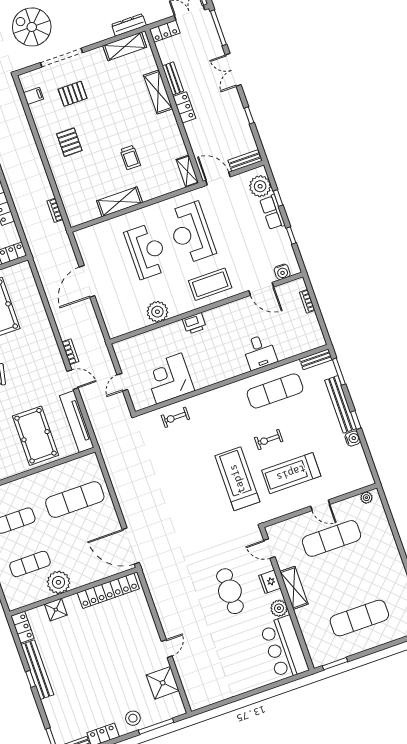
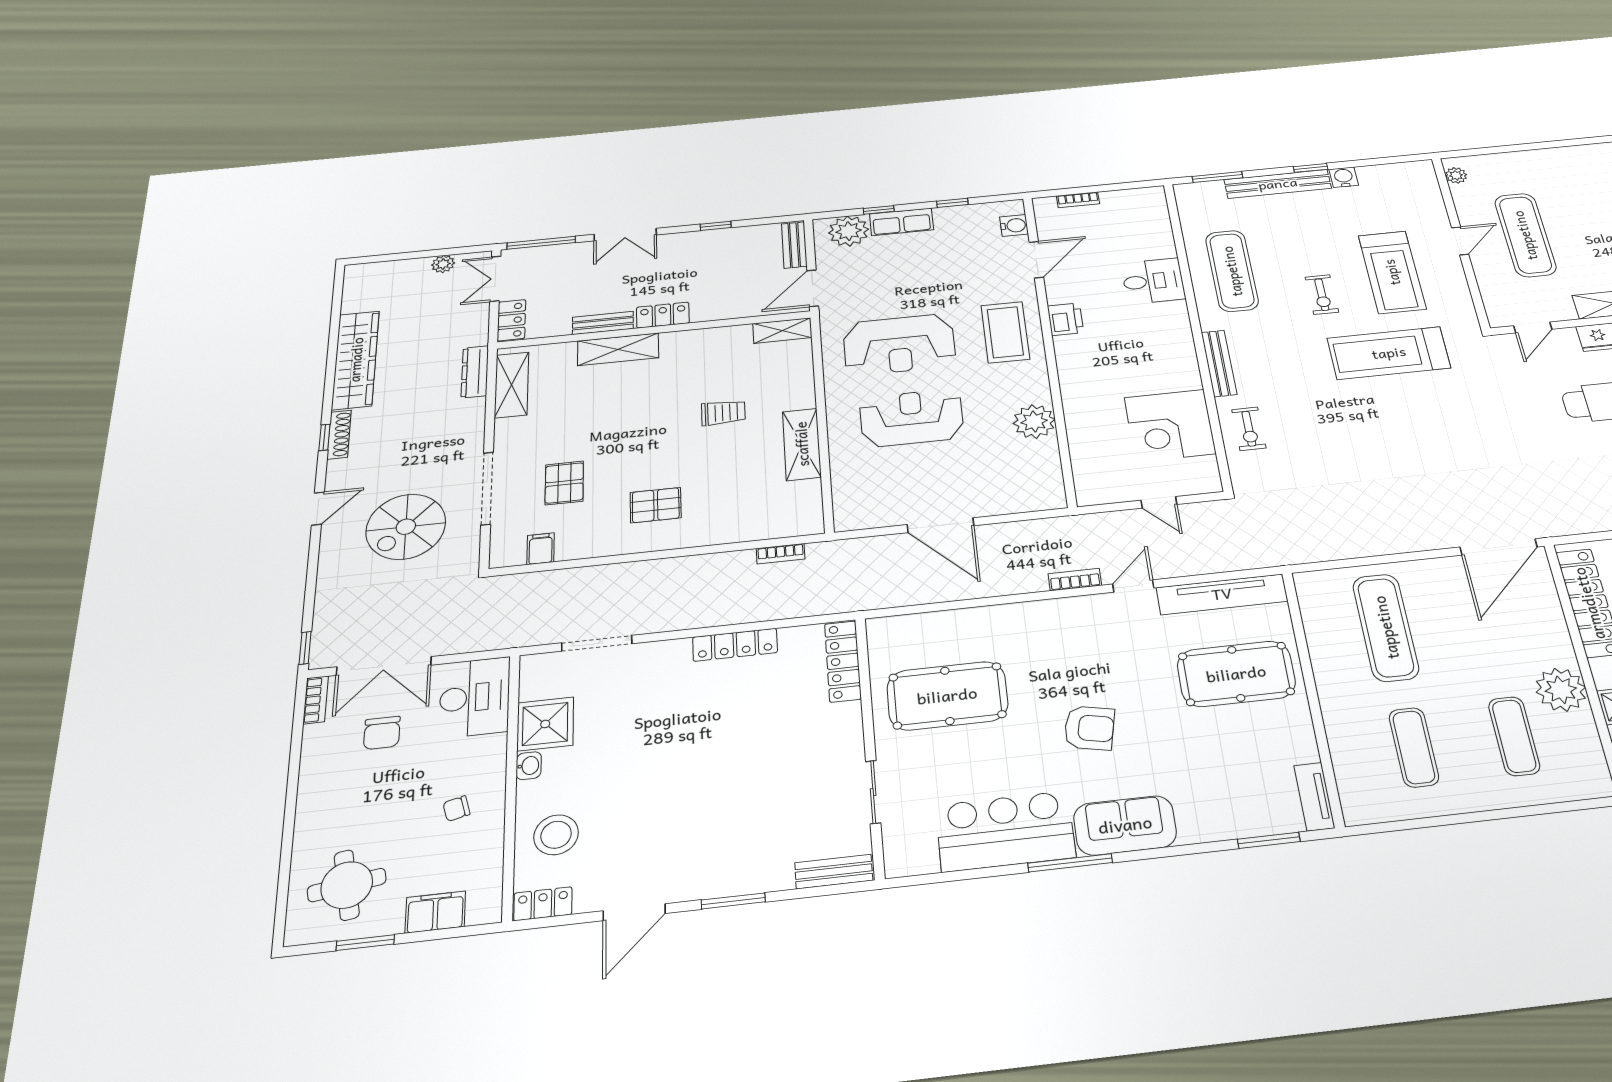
printer: (194, 323) -> (1065, 319), moved
bench: (316, 359) -> (1219, 363), moved, width x1.36

